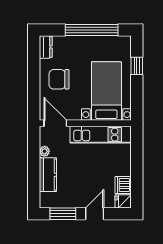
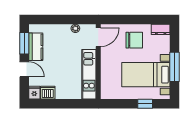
window: (92, 30) -> (175, 67), width x0.68
chair: (59, 79) -> (134, 40), turned 90
bed with nightstands: (106, 91) -> (146, 75), moved, turned 180
kitchen counter: (48, 175) -> (36, 47), moved, turned -90

